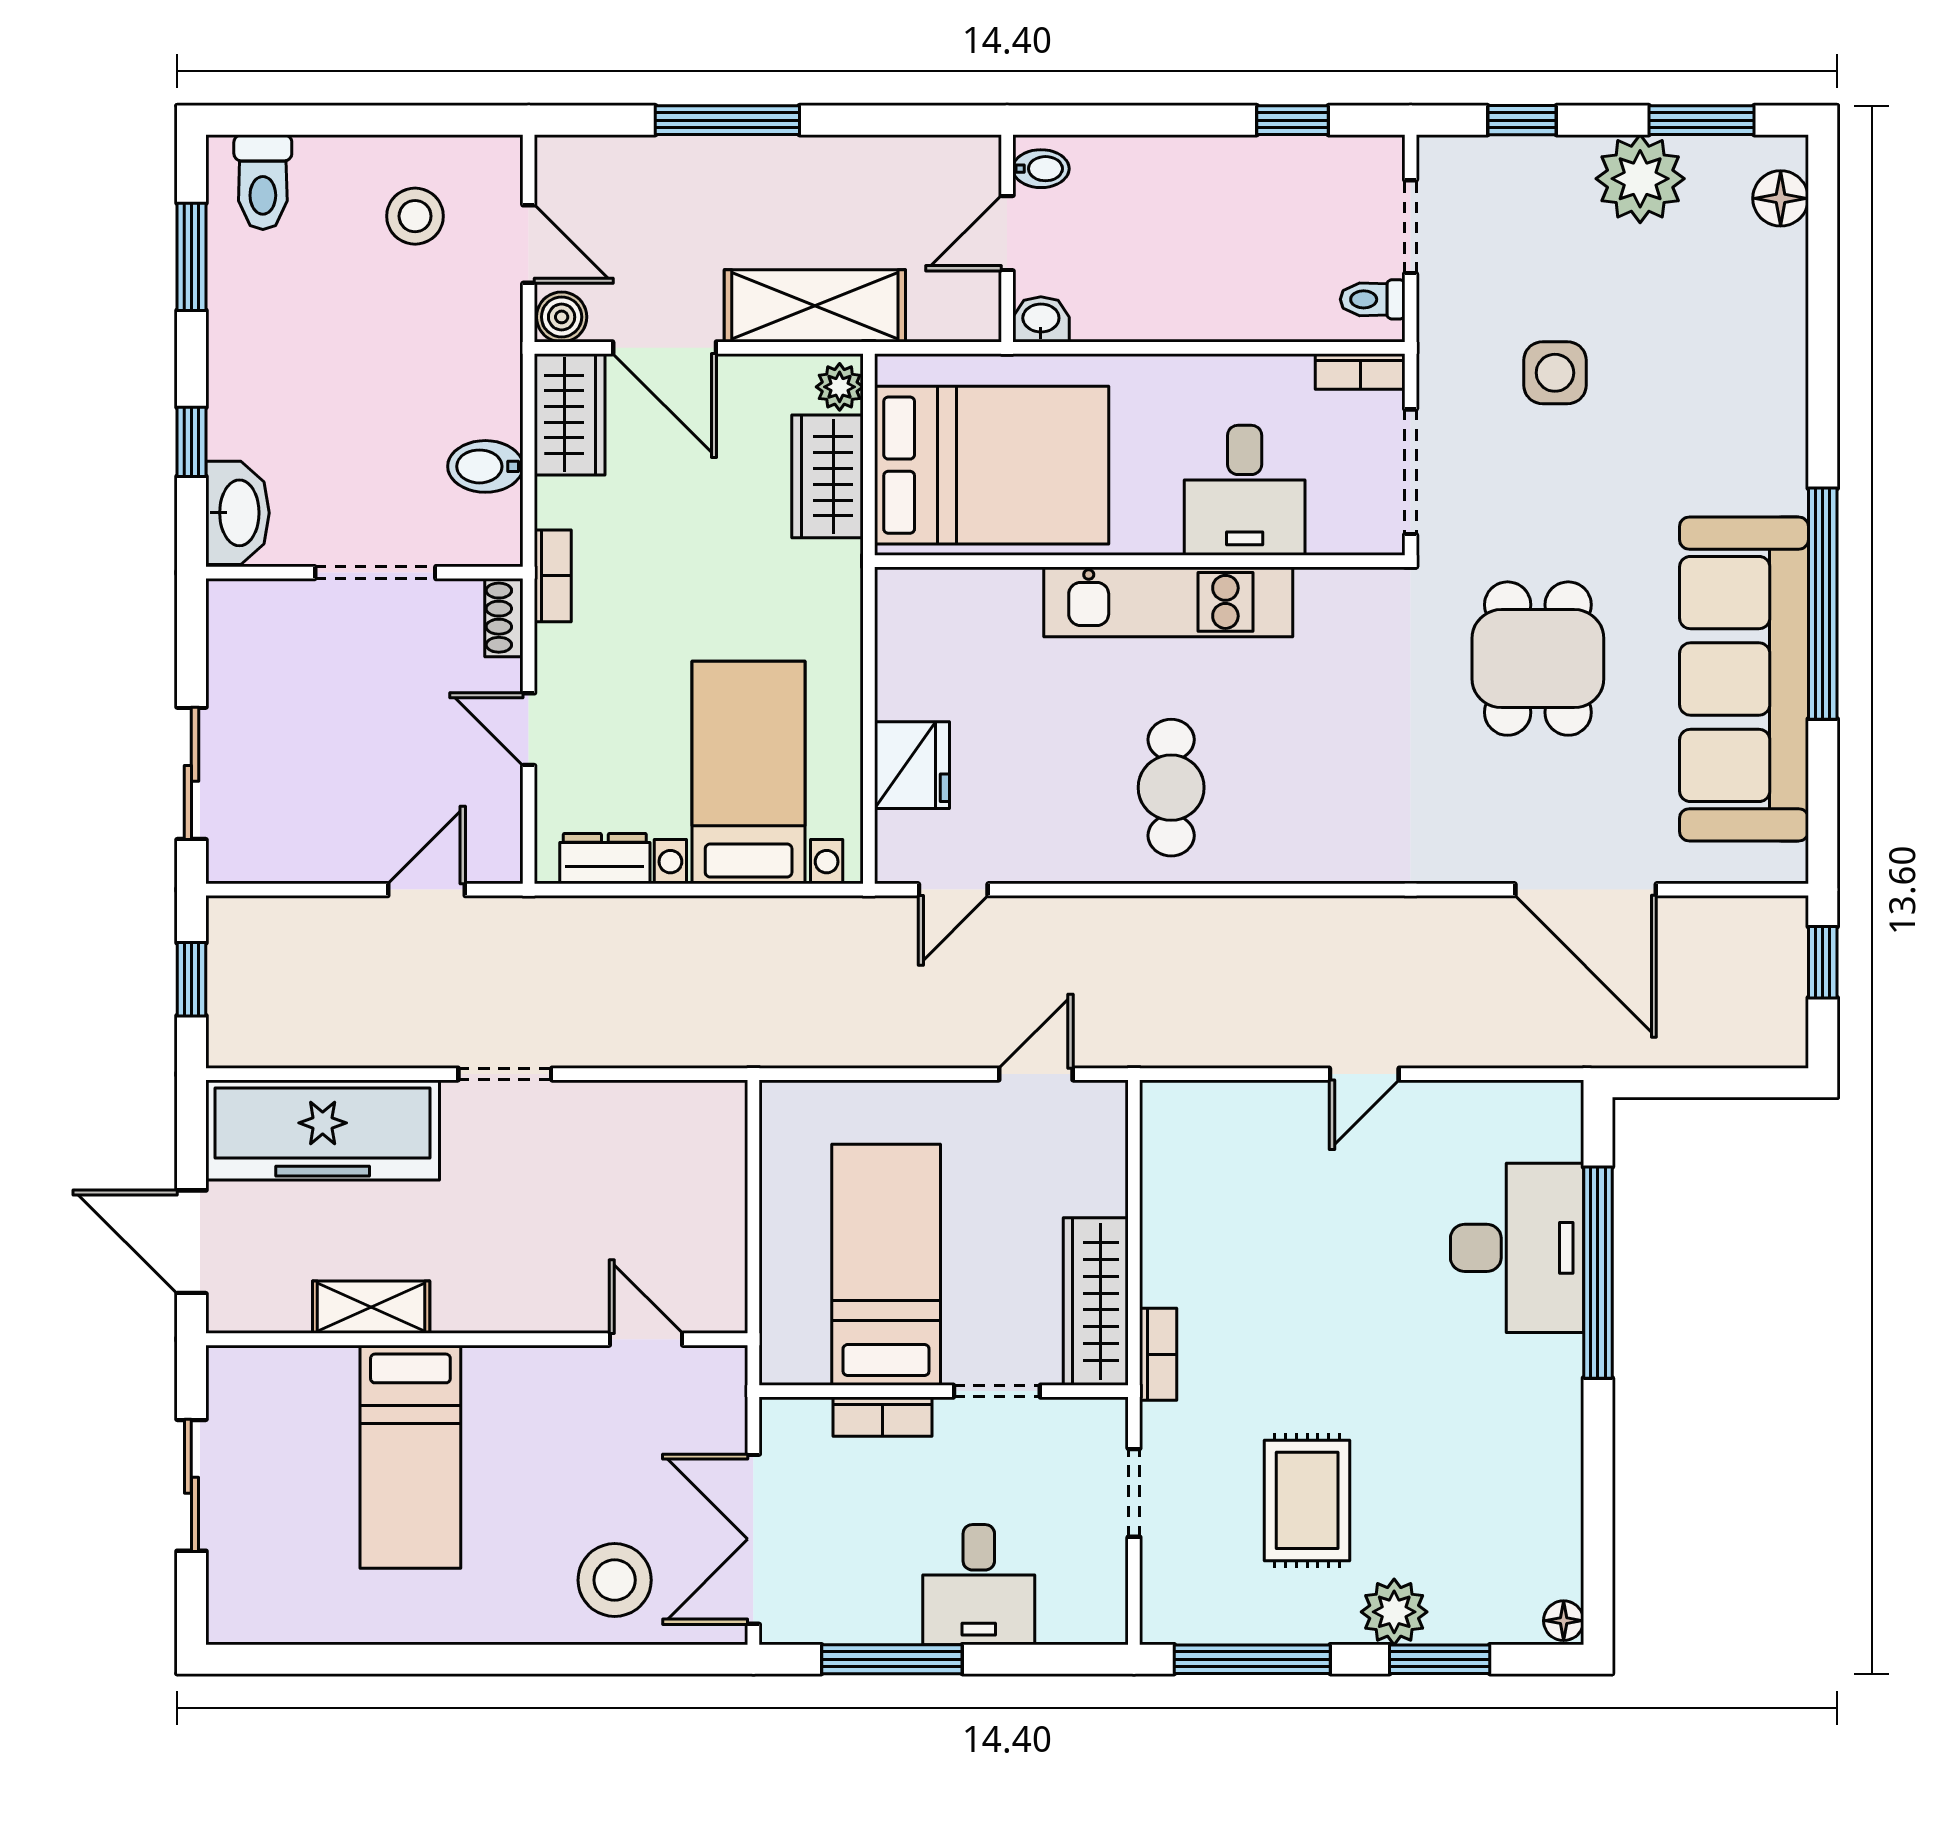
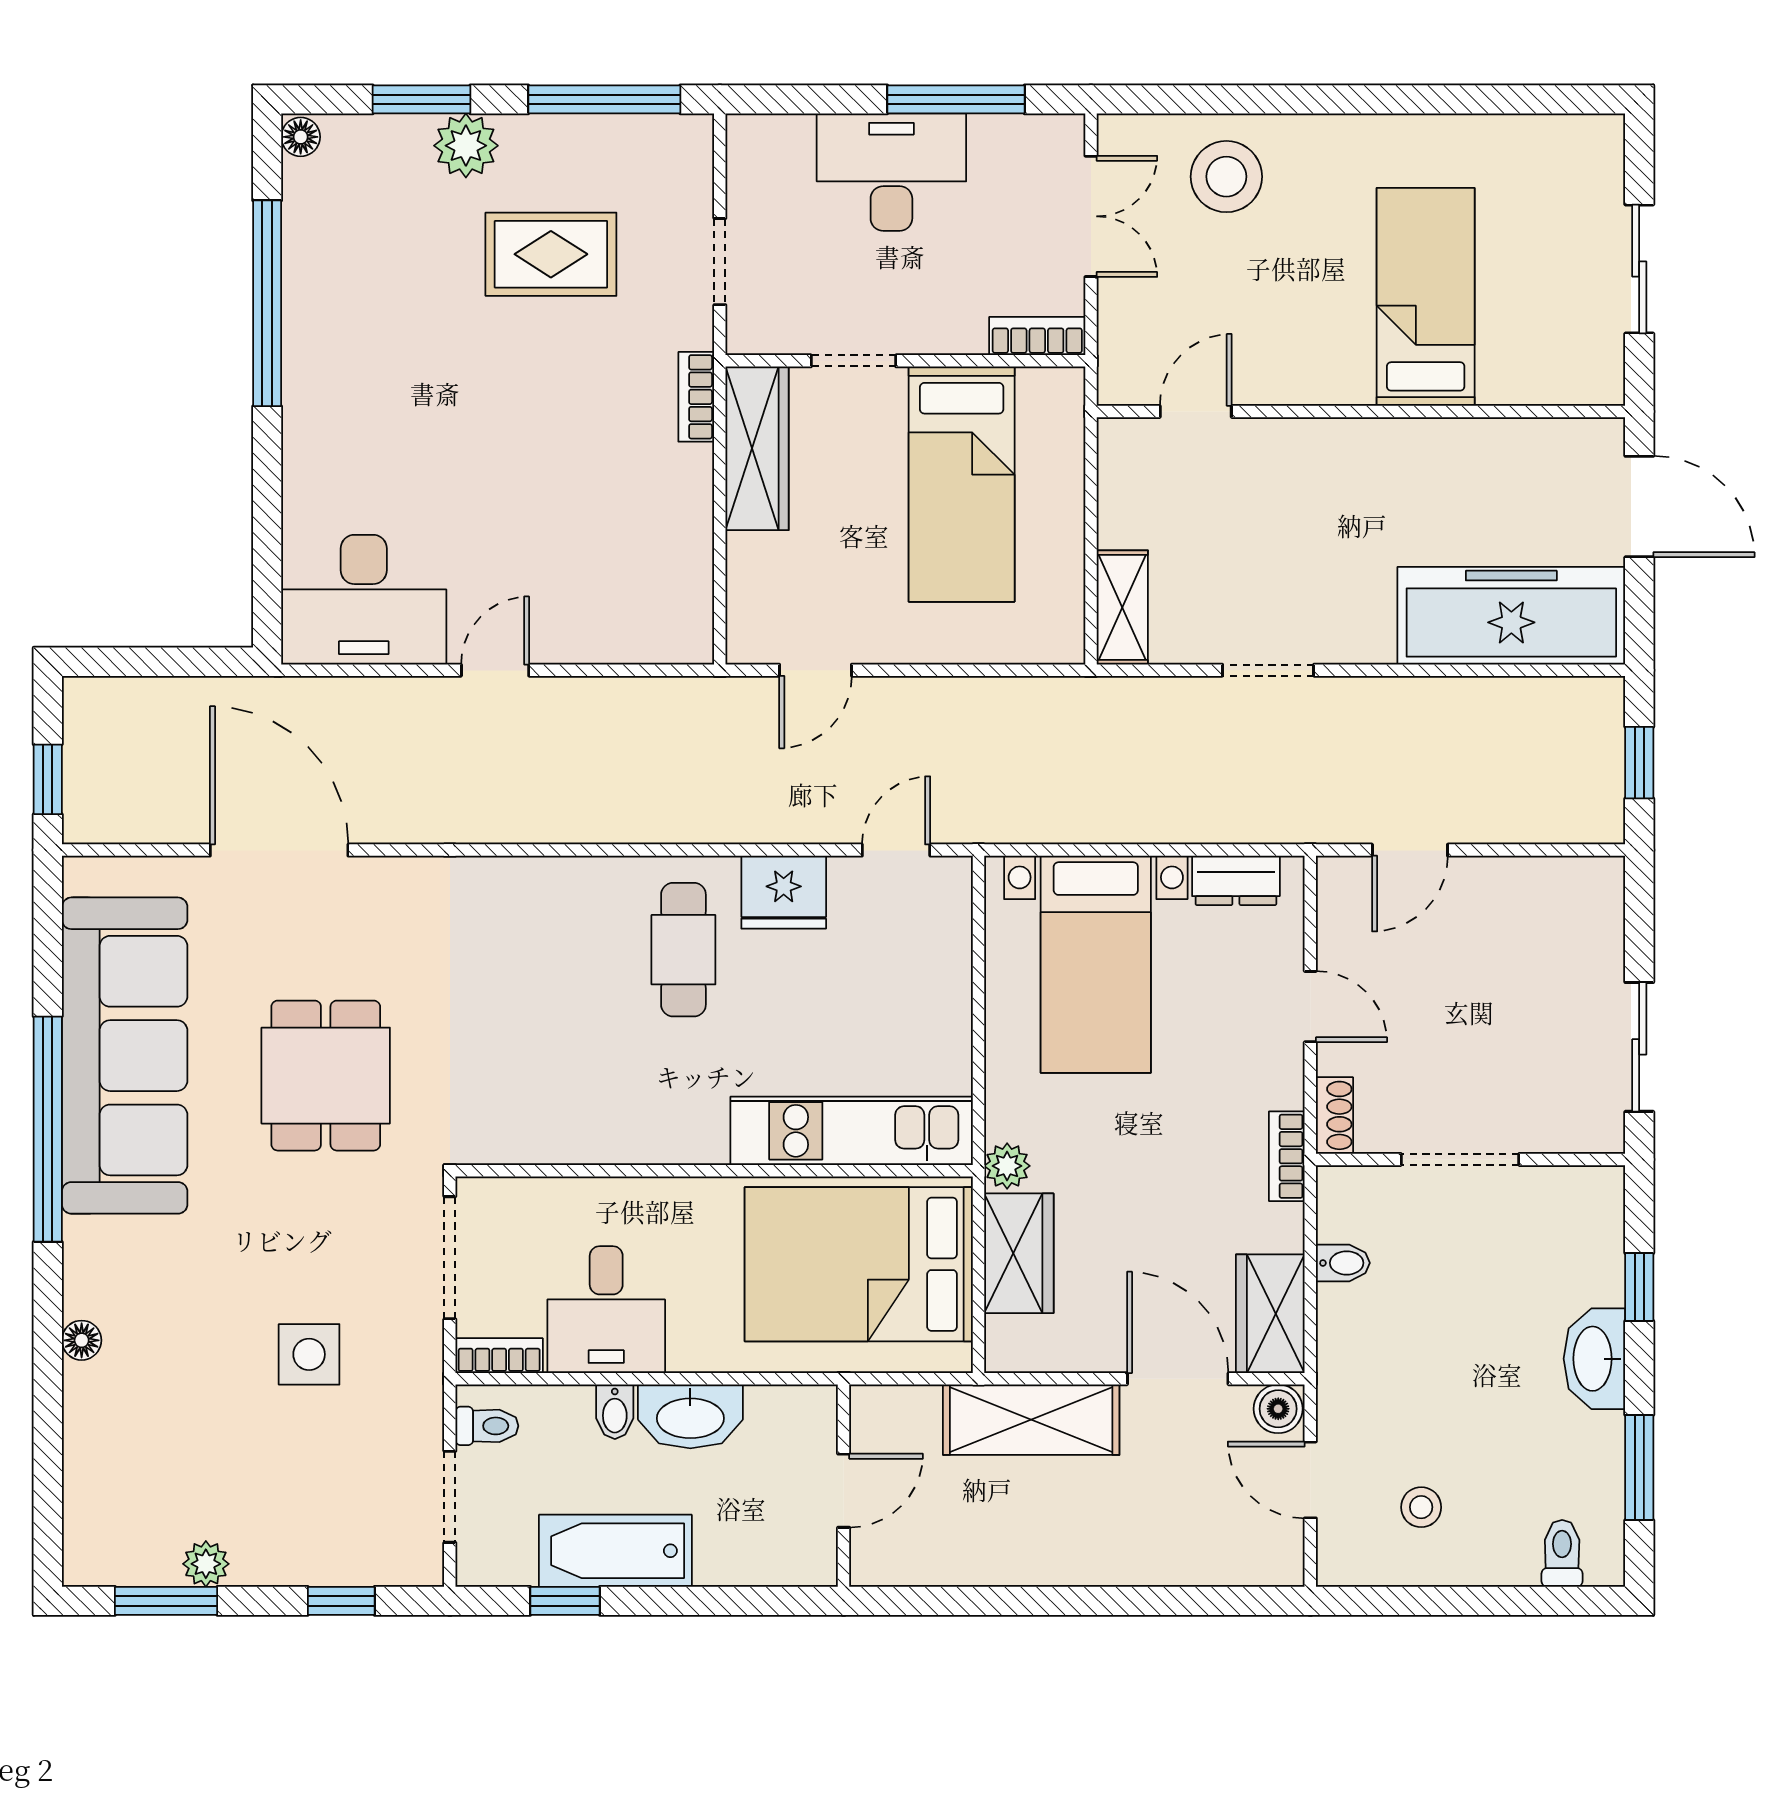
window: (727, 120) -> (1116, 1601), removed
bidet: (1041, 169) -> (615, 1412), moved, turned -90
bathtub: (1241, 171) -> (615, 1551), added
plant: (1640, 179) -> (206, 1564), width x0.53, depth x0.53
toilet: (263, 182) -> (1562, 1553), width x0.73, depth x0.72
floor lamp: (1781, 198) -> (82, 1340), moved, width x0.73, depth x0.73
stool: (415, 216) -> (1421, 1507), width x0.73, depth x0.73
washbasin: (1041, 319) -> (690, 1416), moved, width x1.91, depth x1.45
plant: (840, 387) -> (1007, 1166), moved
bidet: (485, 466) -> (1343, 1263), width x0.72, depth x0.74
desk: (1245, 490) -> (606, 1310), moved, turned 180
washbasin: (237, 513) -> (1594, 1359), moved
kitchen unit: (1168, 602) -> (852, 1131), moved
fridge: (912, 765) -> (784, 892), moved, turned -90
sliding door: (191, 773) -> (1639, 1047), moved
doorway: (505, 1074) -> (1268, 670), moved
desk: (1517, 1248) -> (364, 600), moved, turned -90
window: (1598, 1273) -> (267, 303), moved
shelving: (371, 1307) -> (1122, 607), moved, turned 90
door: (646, 1339) -> (1196, 411), swing flipped
bookcase: (883, 1417) -> (1037, 336), moved
rug: (1307, 1500) -> (551, 254), turned 90
double door: (753, 1539) -> (1091, 216), width x0.73
desk: (979, 1585) -> (891, 172), width x1.37

